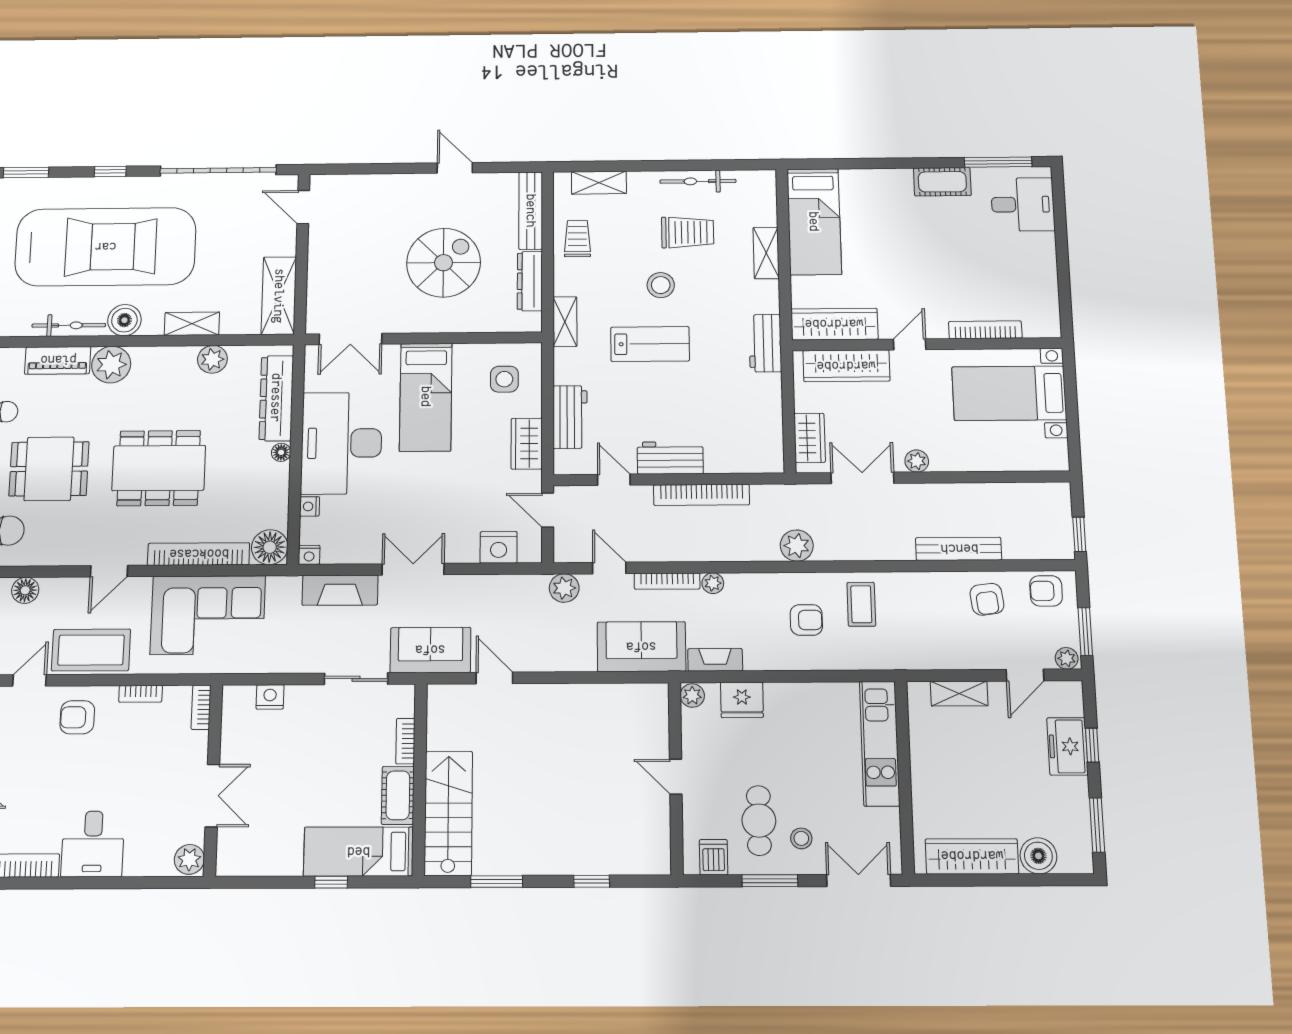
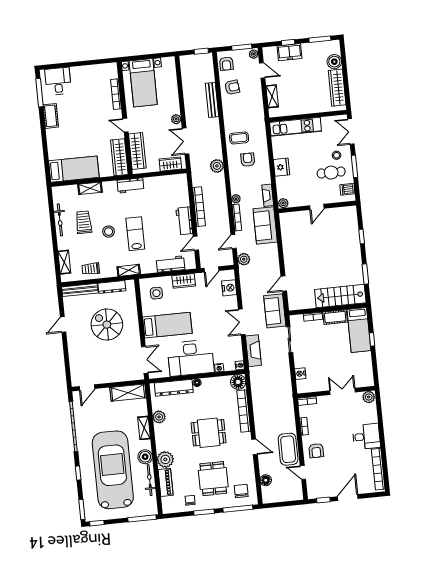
dining table: (159, 468) -> (209, 433), width x0.73
corner sofa: (208, 615) -> (269, 404), removed
fridge: (742, 700) -> (282, 167), moved

